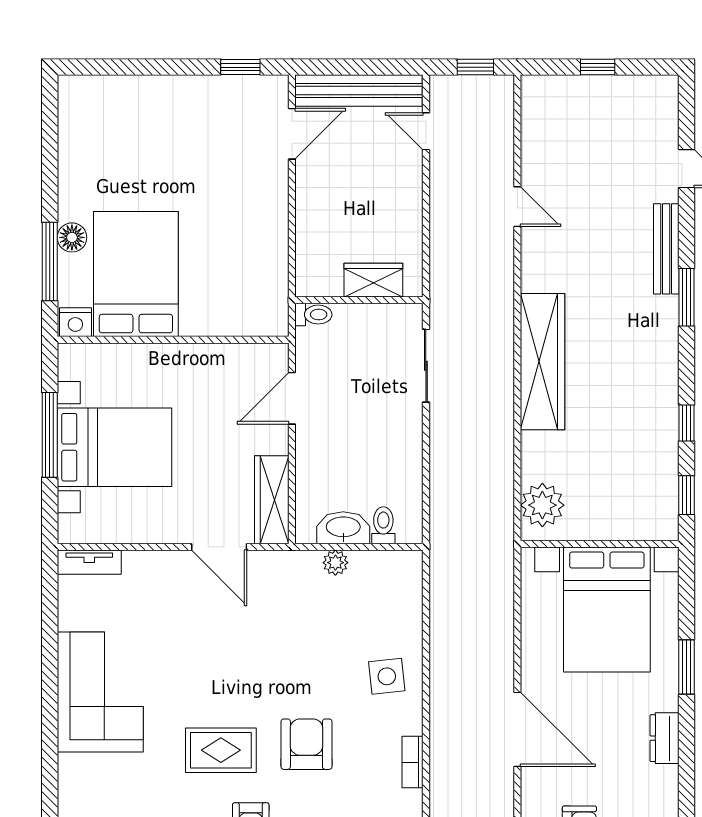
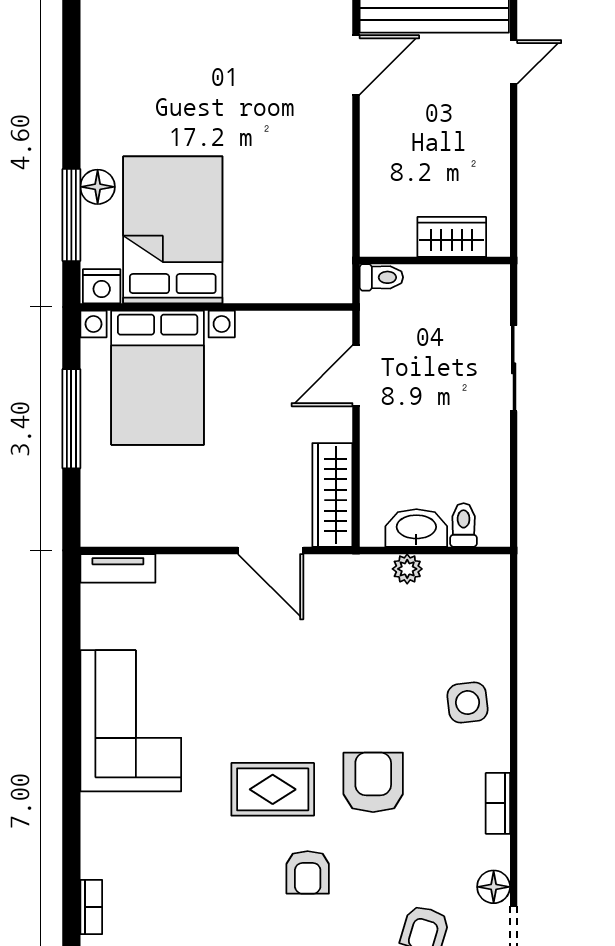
door: (426, 131) -> (514, 62), swing flipped
sliding door: (426, 366) -> (514, 368), moved
bed with nightstands: (114, 447) -> (158, 378), moved, turned 90

